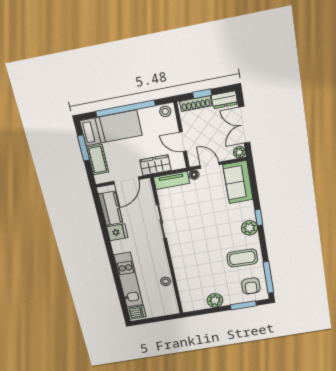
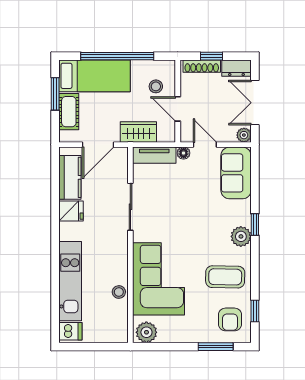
stool: (165, 111) -> (156, 86), moved
corner sofa: (193, 268) -> (159, 279), added
window: (268, 277) -> (255, 311), width x0.46
plant: (215, 300) -> (146, 332), moved

